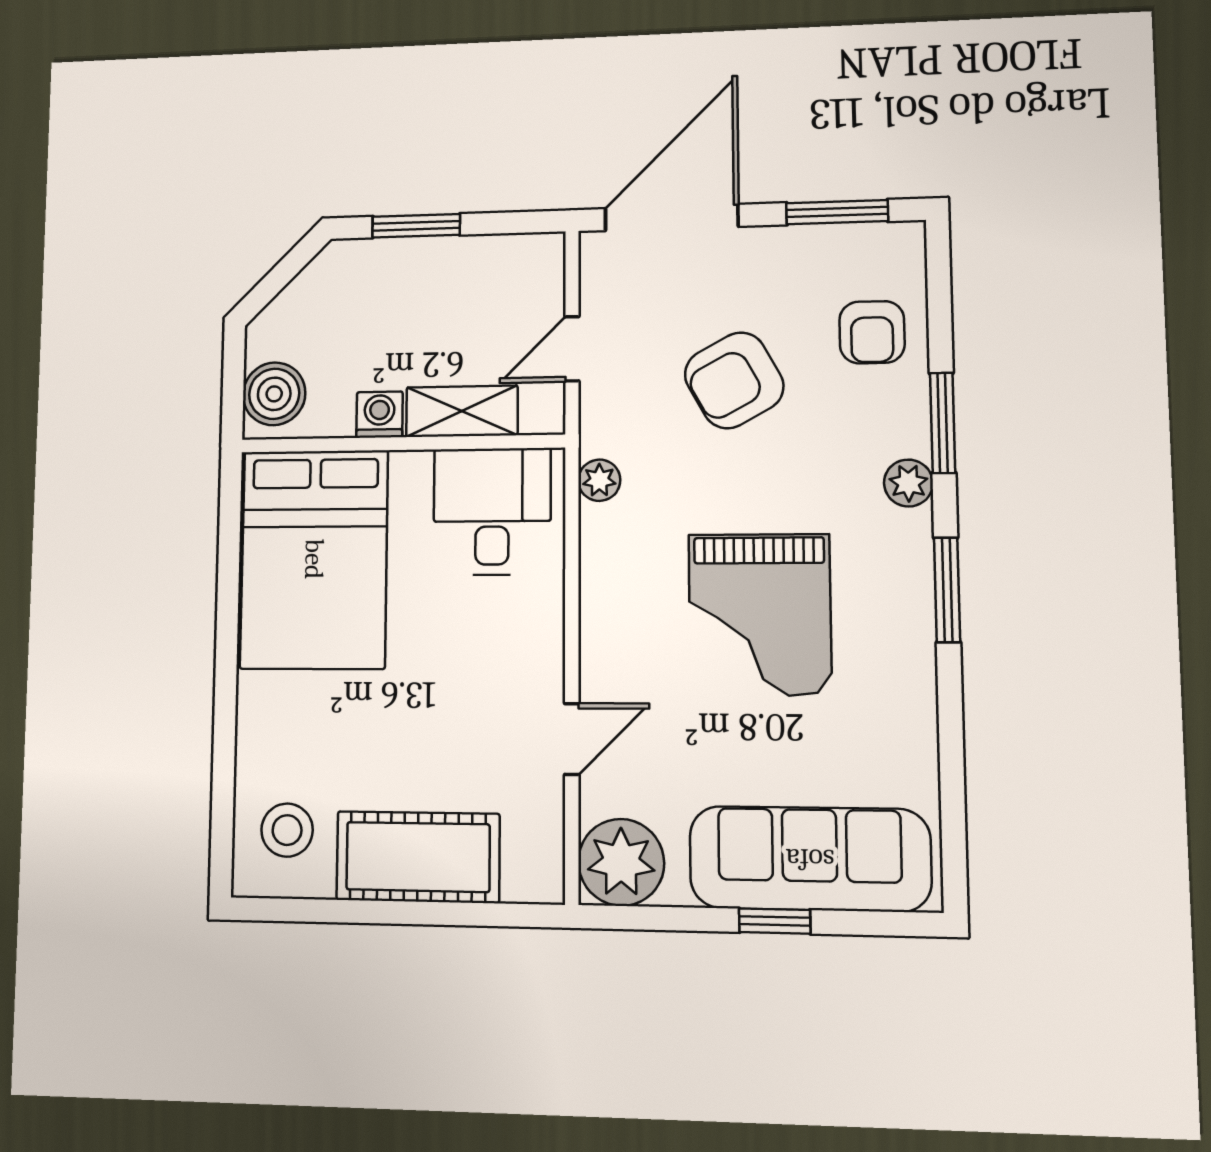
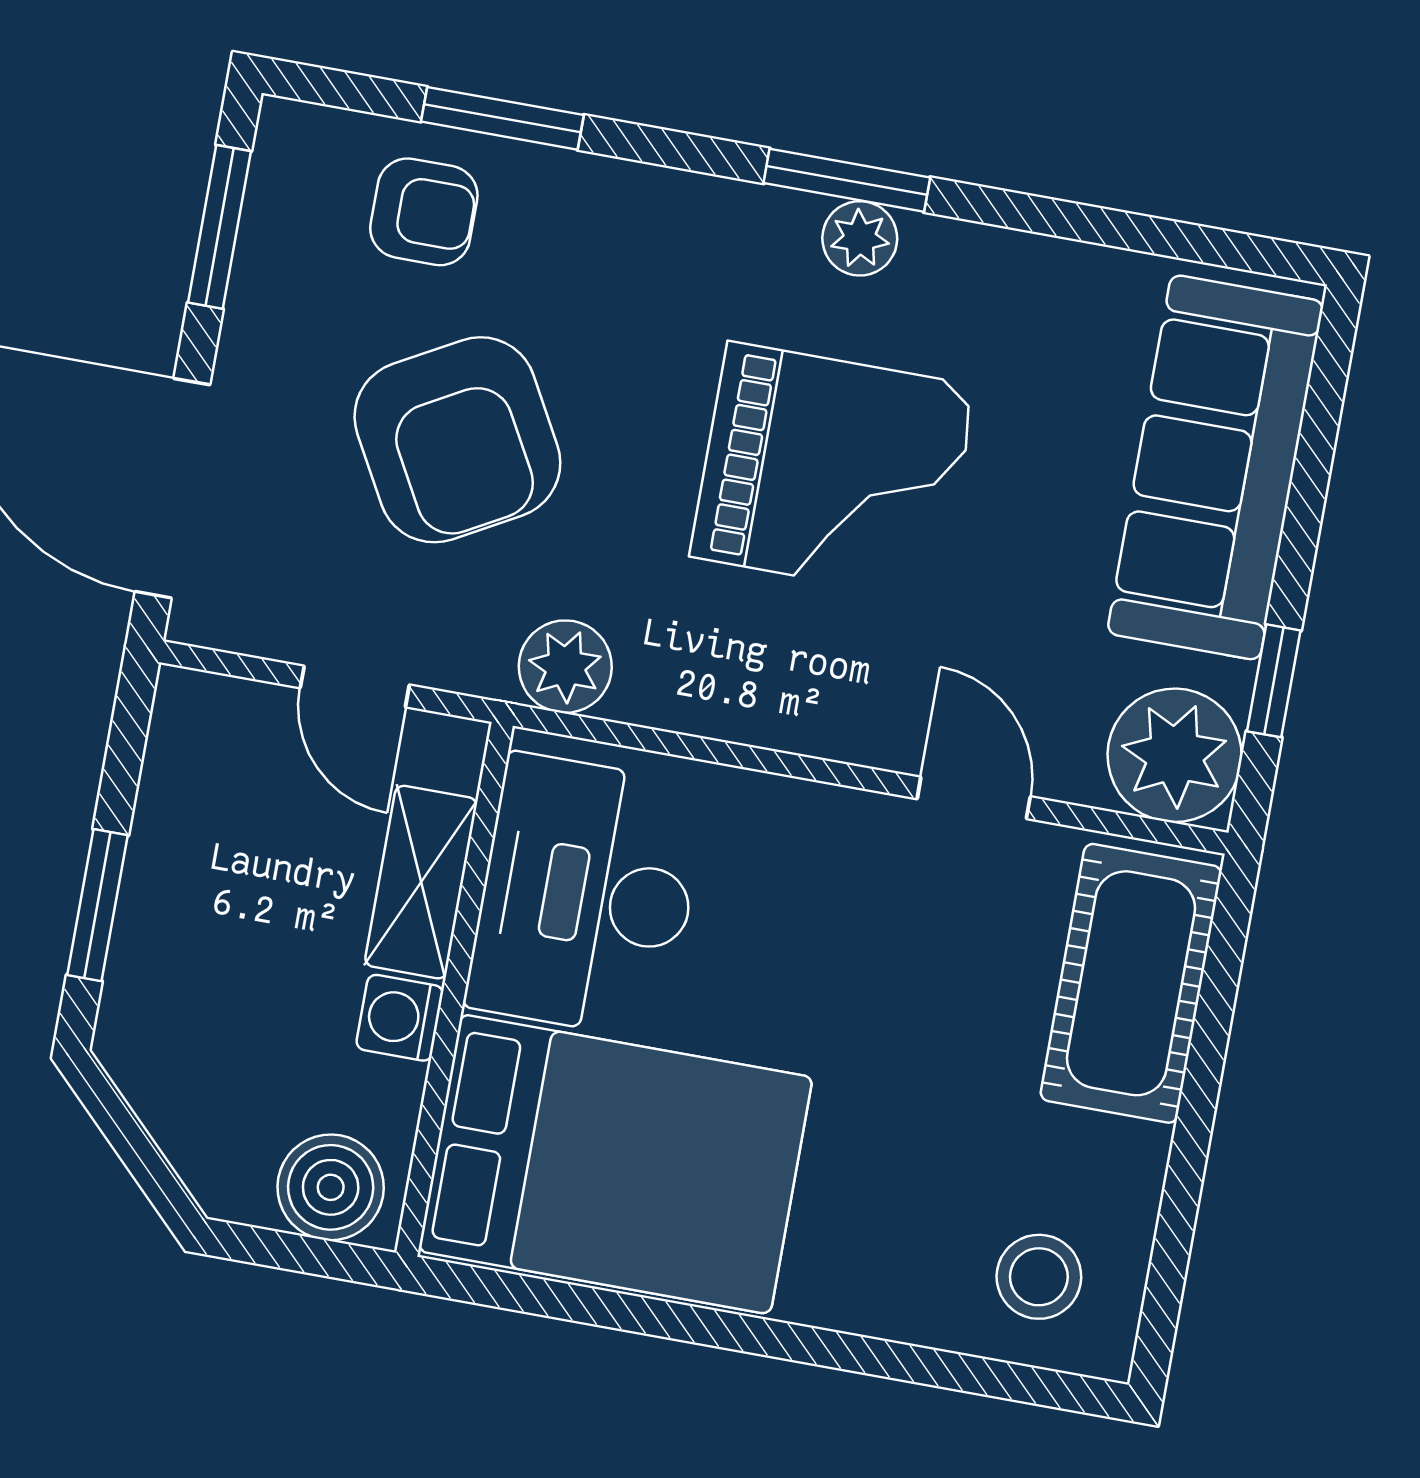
armchair: (734, 380) -> (457, 440), width x1.36, depth x1.36
window: (943, 423) -> (502, 118), moved
plant: (599, 480) -> (565, 667), width x1.38, depth x1.38
plant: (908, 483) -> (860, 238), moved
desk: (492, 511) -> (586, 896), width x1.37
cot: (418, 857) -> (1131, 983), moved
window: (775, 921) -> (1274, 681), moved

